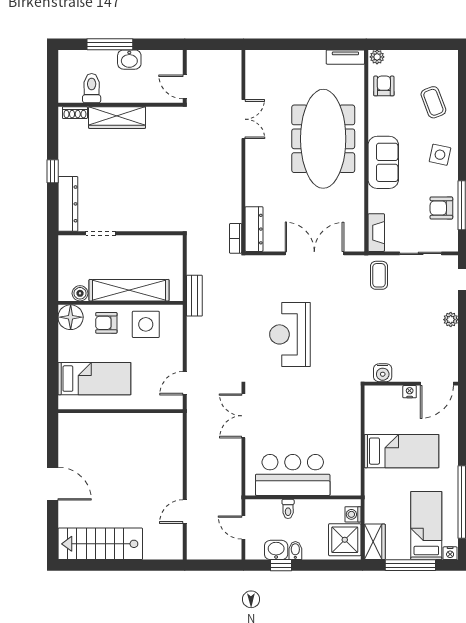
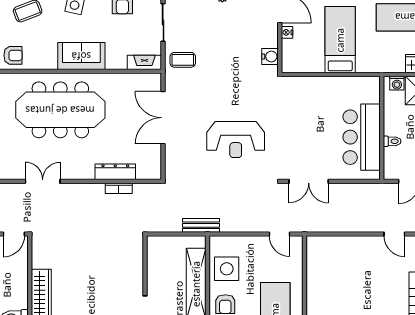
armchair: (384, 86) -> (13, 55), turned 180
dresser: (254, 229) -> (115, 172), moved
bookcase: (236, 238) -> (119, 188), moved

